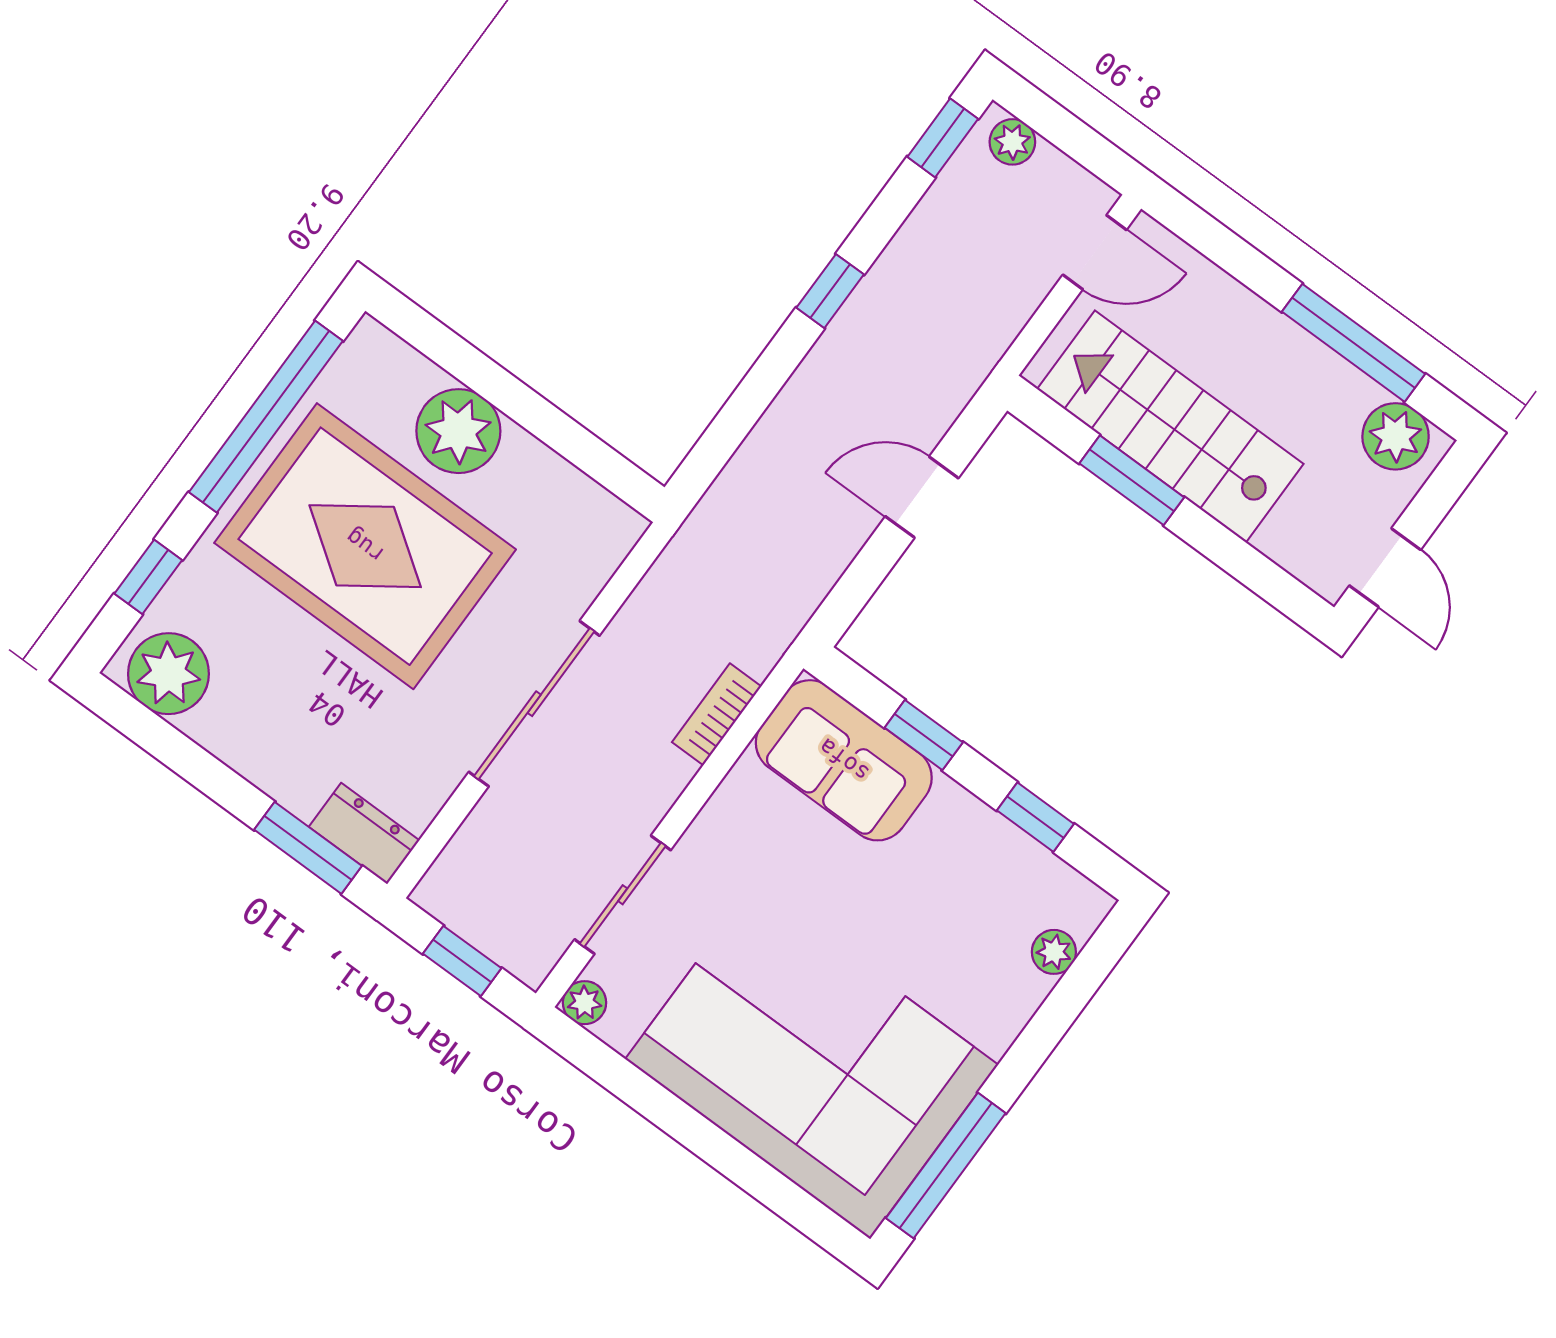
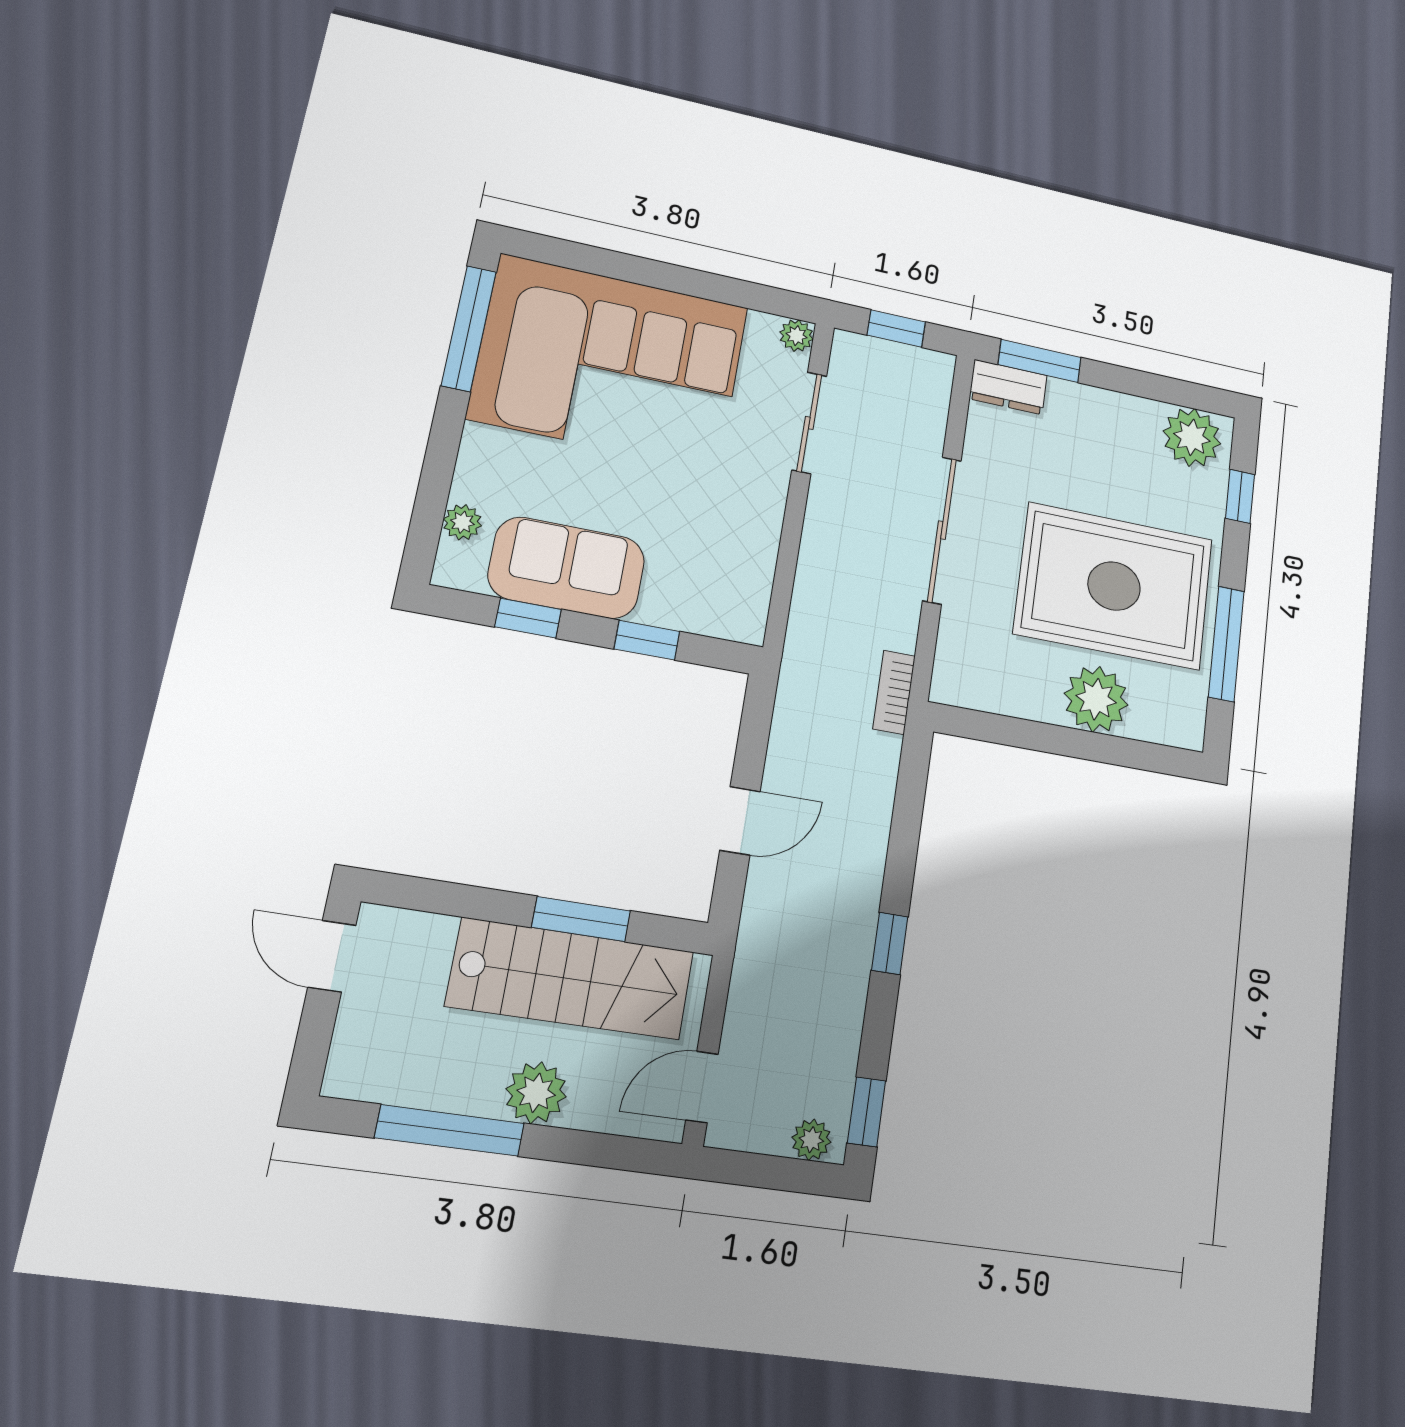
window: (266, 417) -> (1226, 644), width x0.68
plant: (1396, 436) -> (536, 1093), moved
bookcase: (717, 714) -> (894, 692), moved, turned 180
sofa: (844, 760) -> (567, 568), moved

